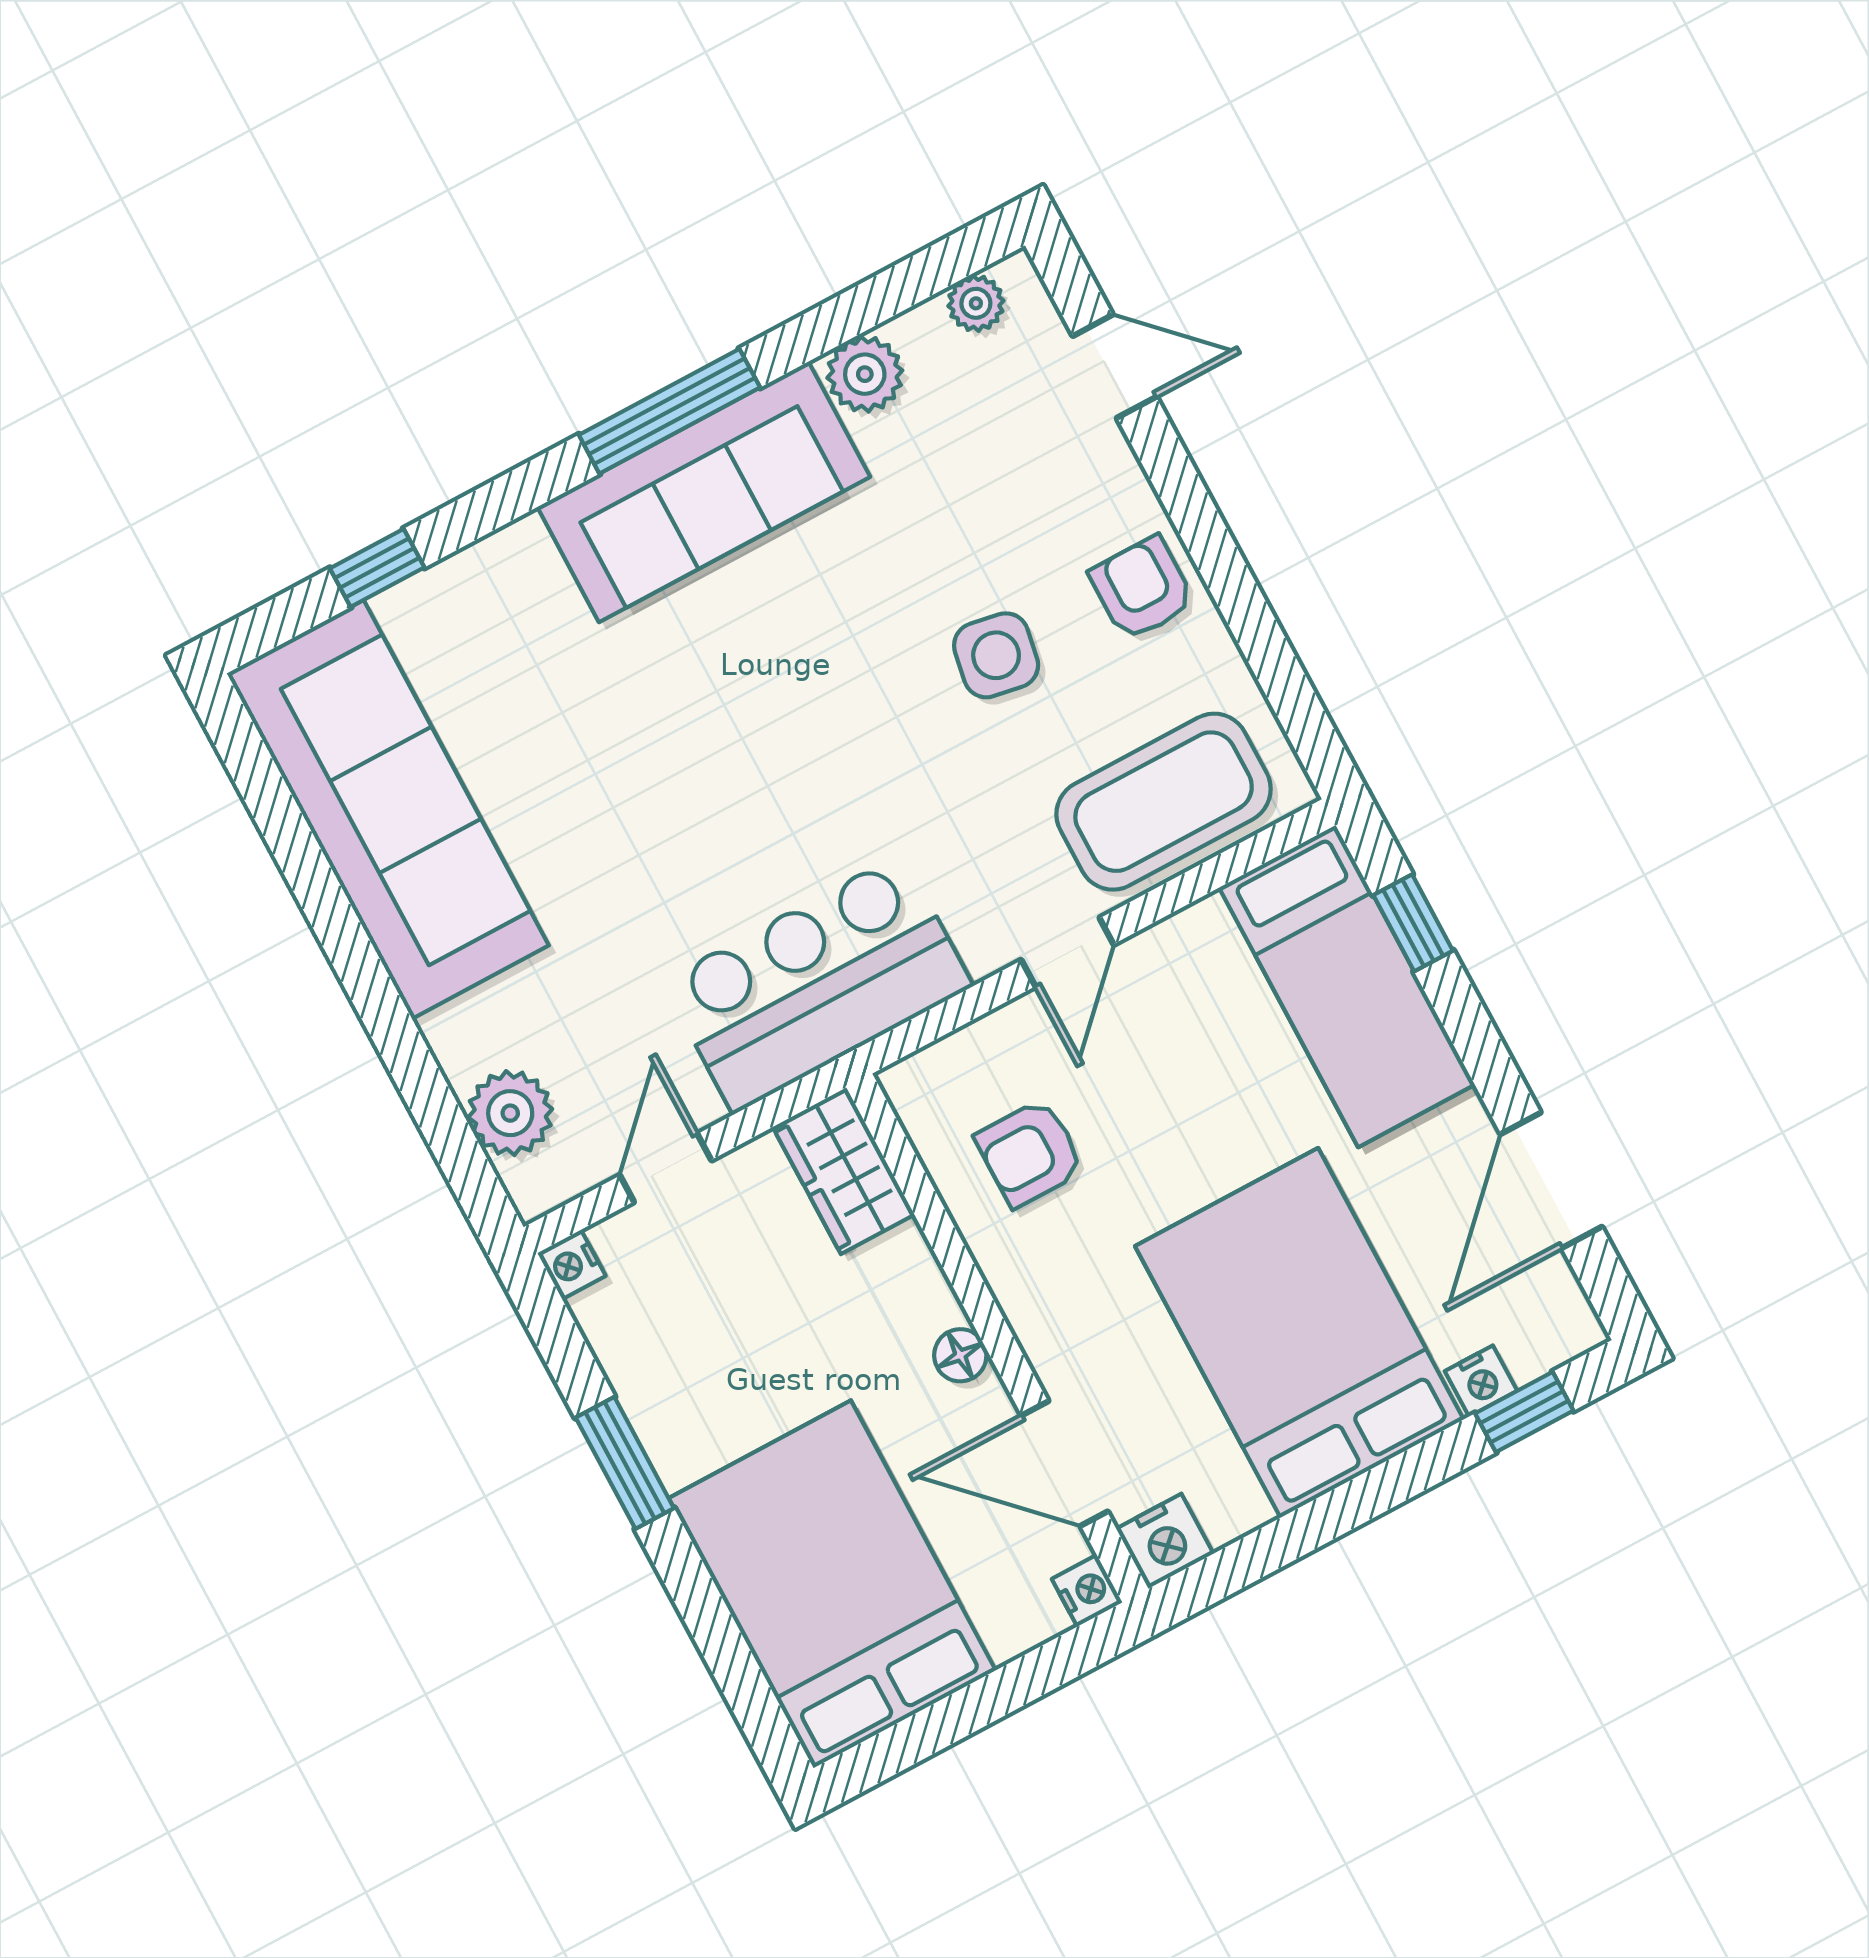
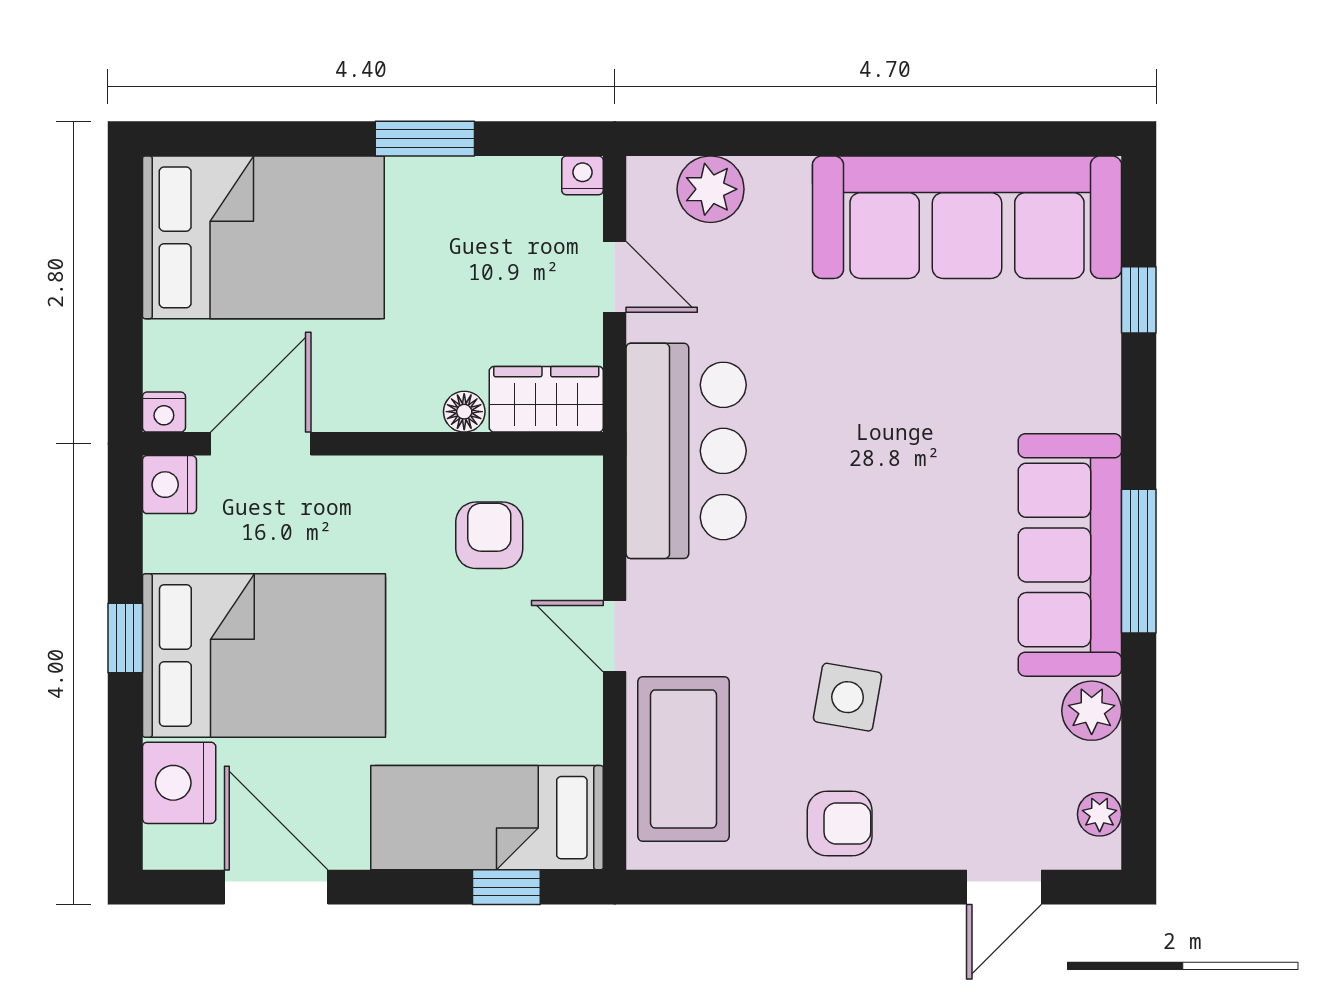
floor lamp: (960, 1355) -> (464, 412), moved
nightstand: (1481, 1381) -> (179, 783), width x1.89, depth x1.79
window: (1524, 1412) -> (125, 638), moved

